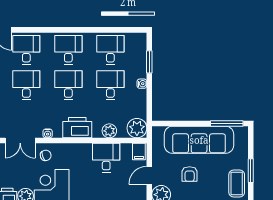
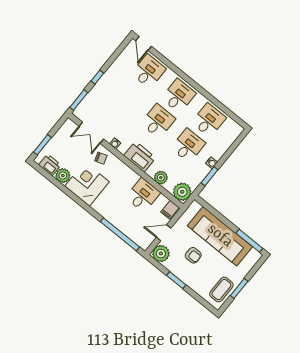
window: (149, 62) -> (210, 176), moved
desk: (26, 85) -> (128, 97), removed
armchair: (190, 174) -> (193, 255), turned -90

